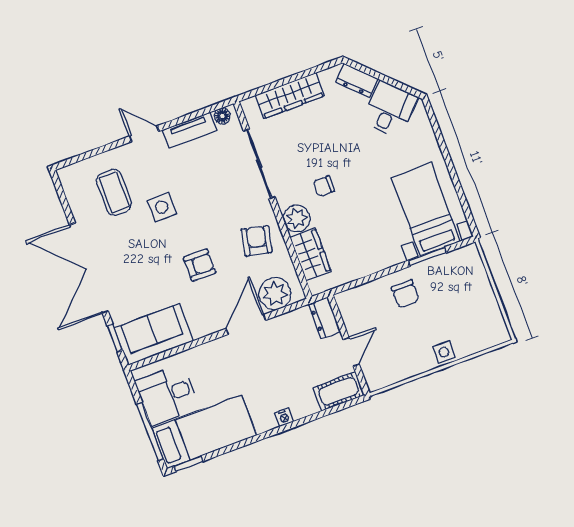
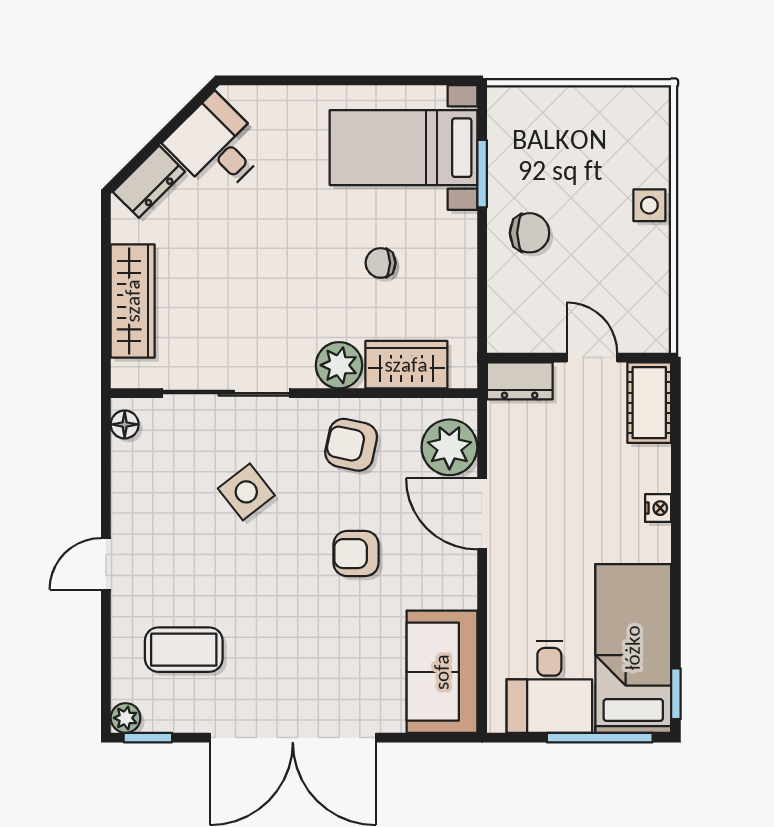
tv unit: (190, 130) -> (128, 487), removed
plant: (66, 175) -> (126, 718), added
chair: (324, 186) -> (381, 263), moved, turned 90
side table: (162, 207) -> (246, 492), moved, turned -38
armchair: (200, 265) -> (356, 554), turned -90
window: (115, 338) -> (148, 738), moved

